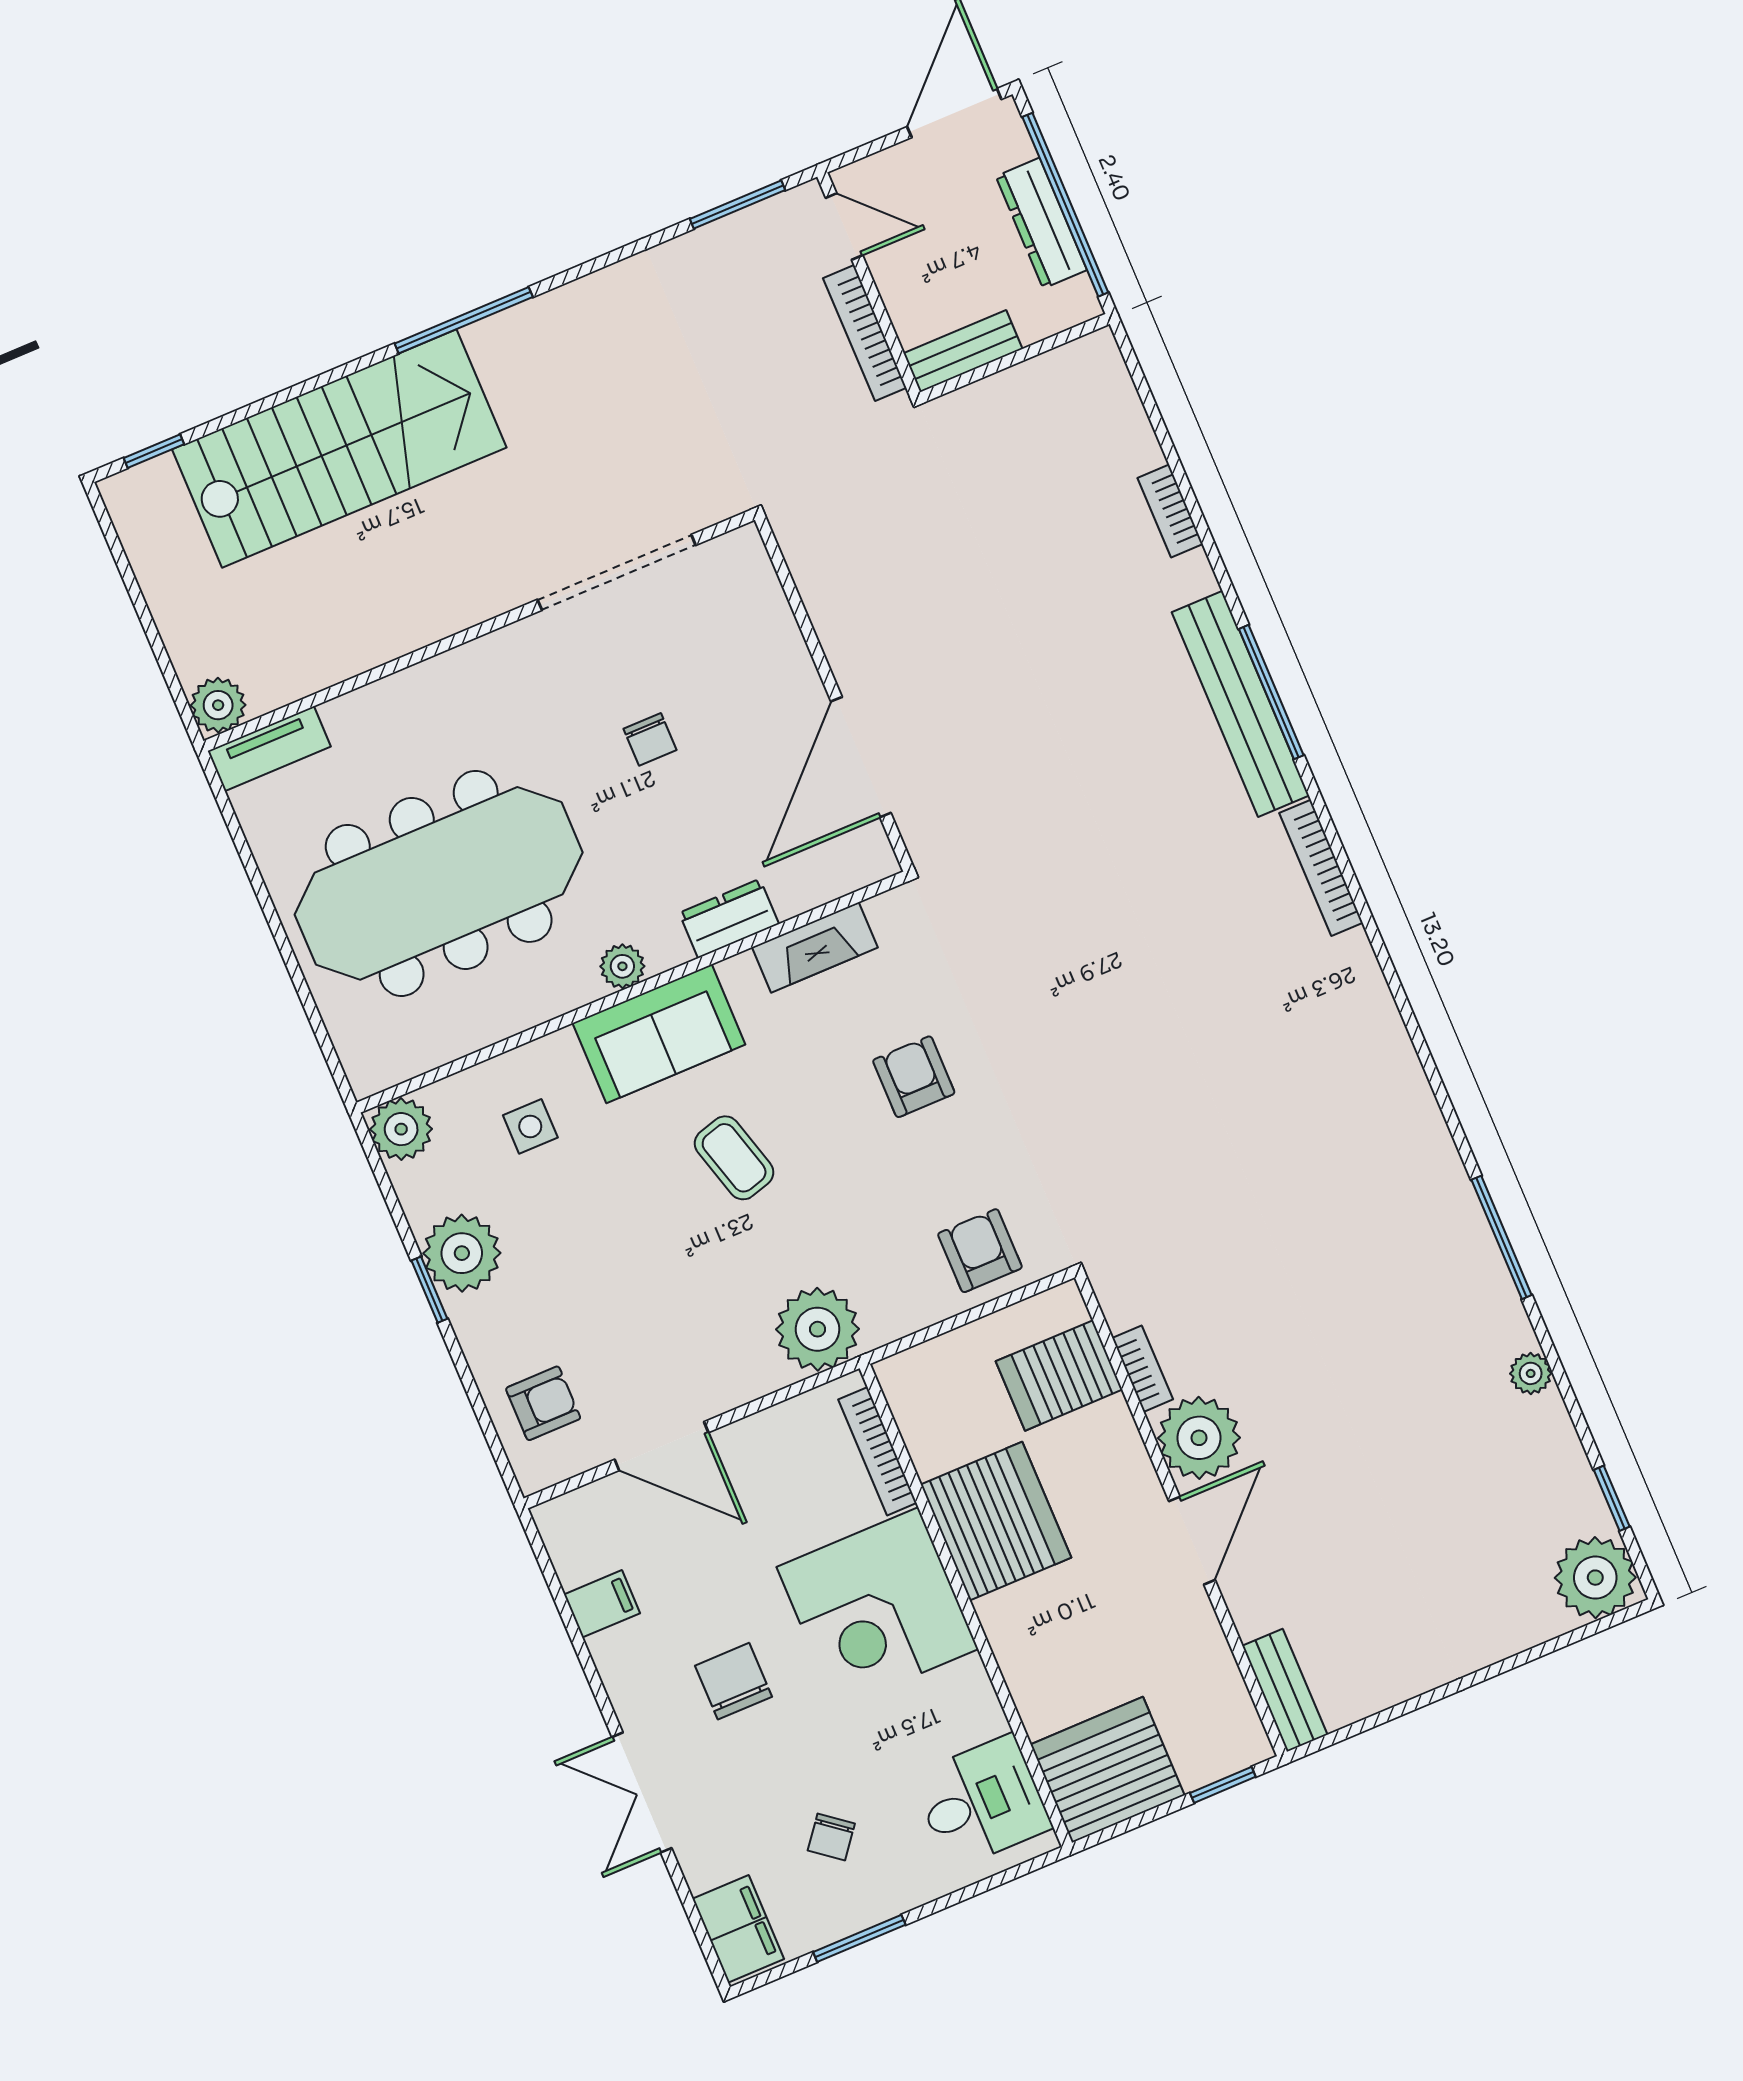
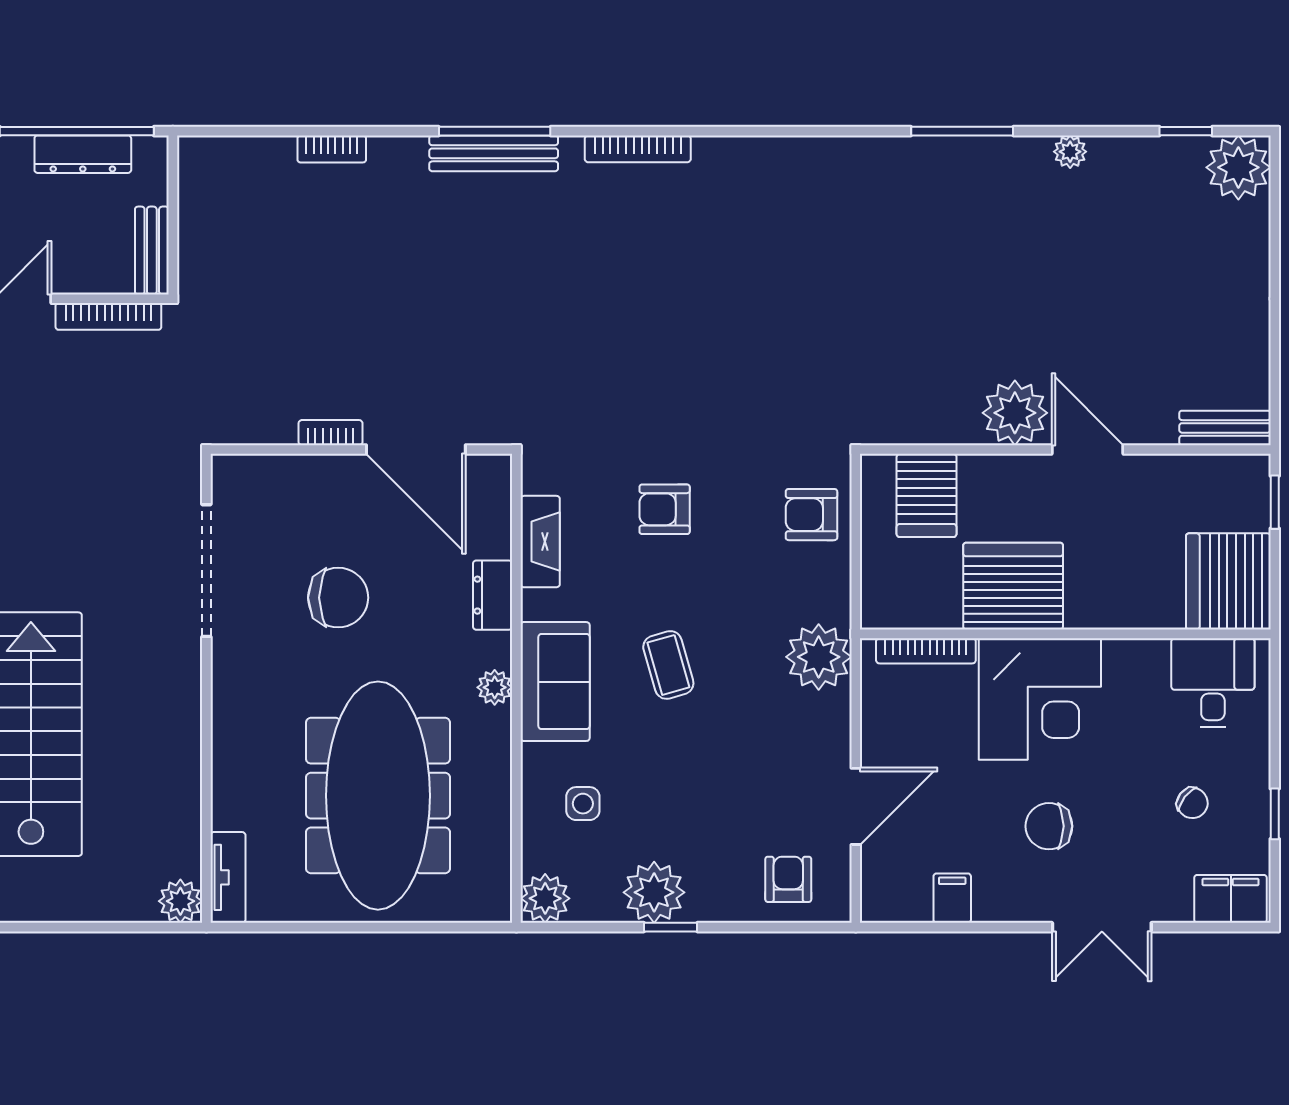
bench: (1240, 704) -> (494, 153), width x0.73, depth x0.82
chair: (650, 739) -> (338, 598), width x1.87, depth x1.87
coffee table: (734, 1158) -> (668, 665), turned 90
bookcase: (1143, 1369) -> (331, 433), moved
window: (859, 1938) -> (1275, 814), width x0.67

